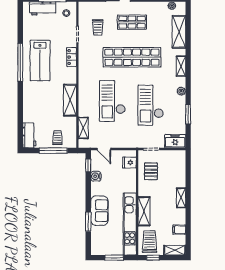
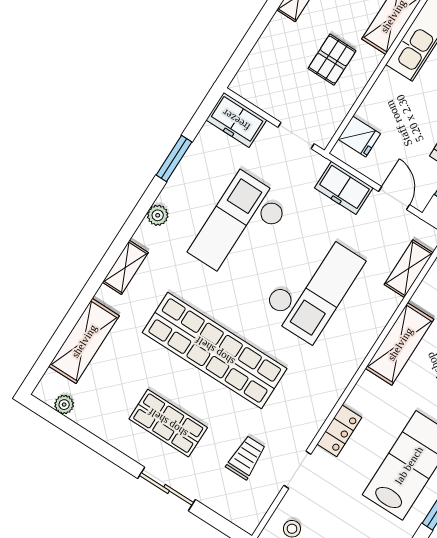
checkout: (151, 105) -> (239, 227), turned 180
freezer: (123, 141) -> (344, 188), added
pallet: (151, 171) -> (332, 60), moved

